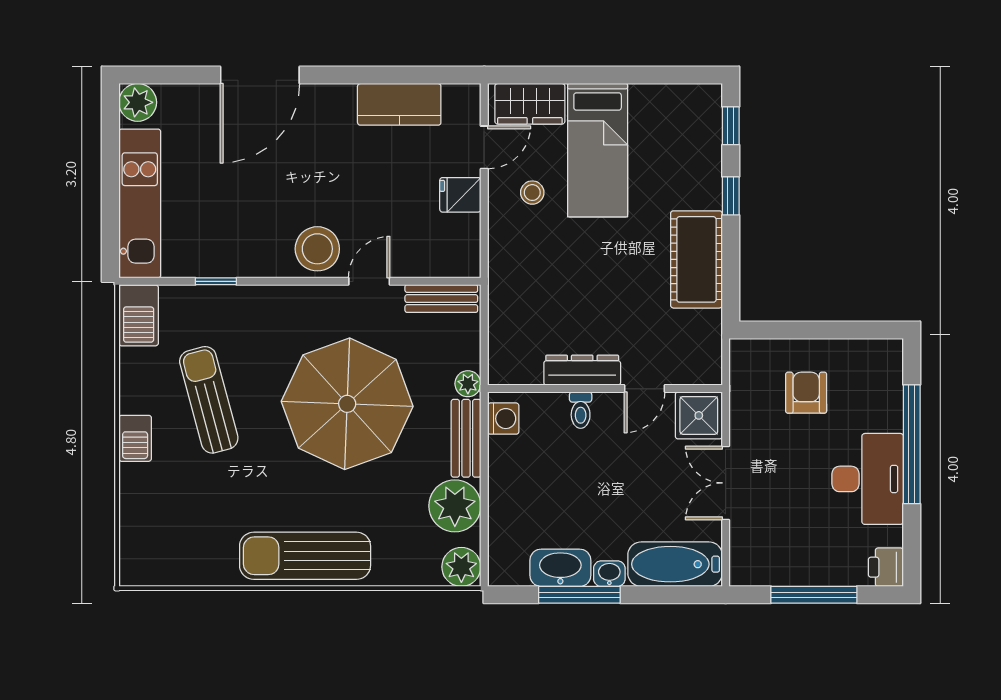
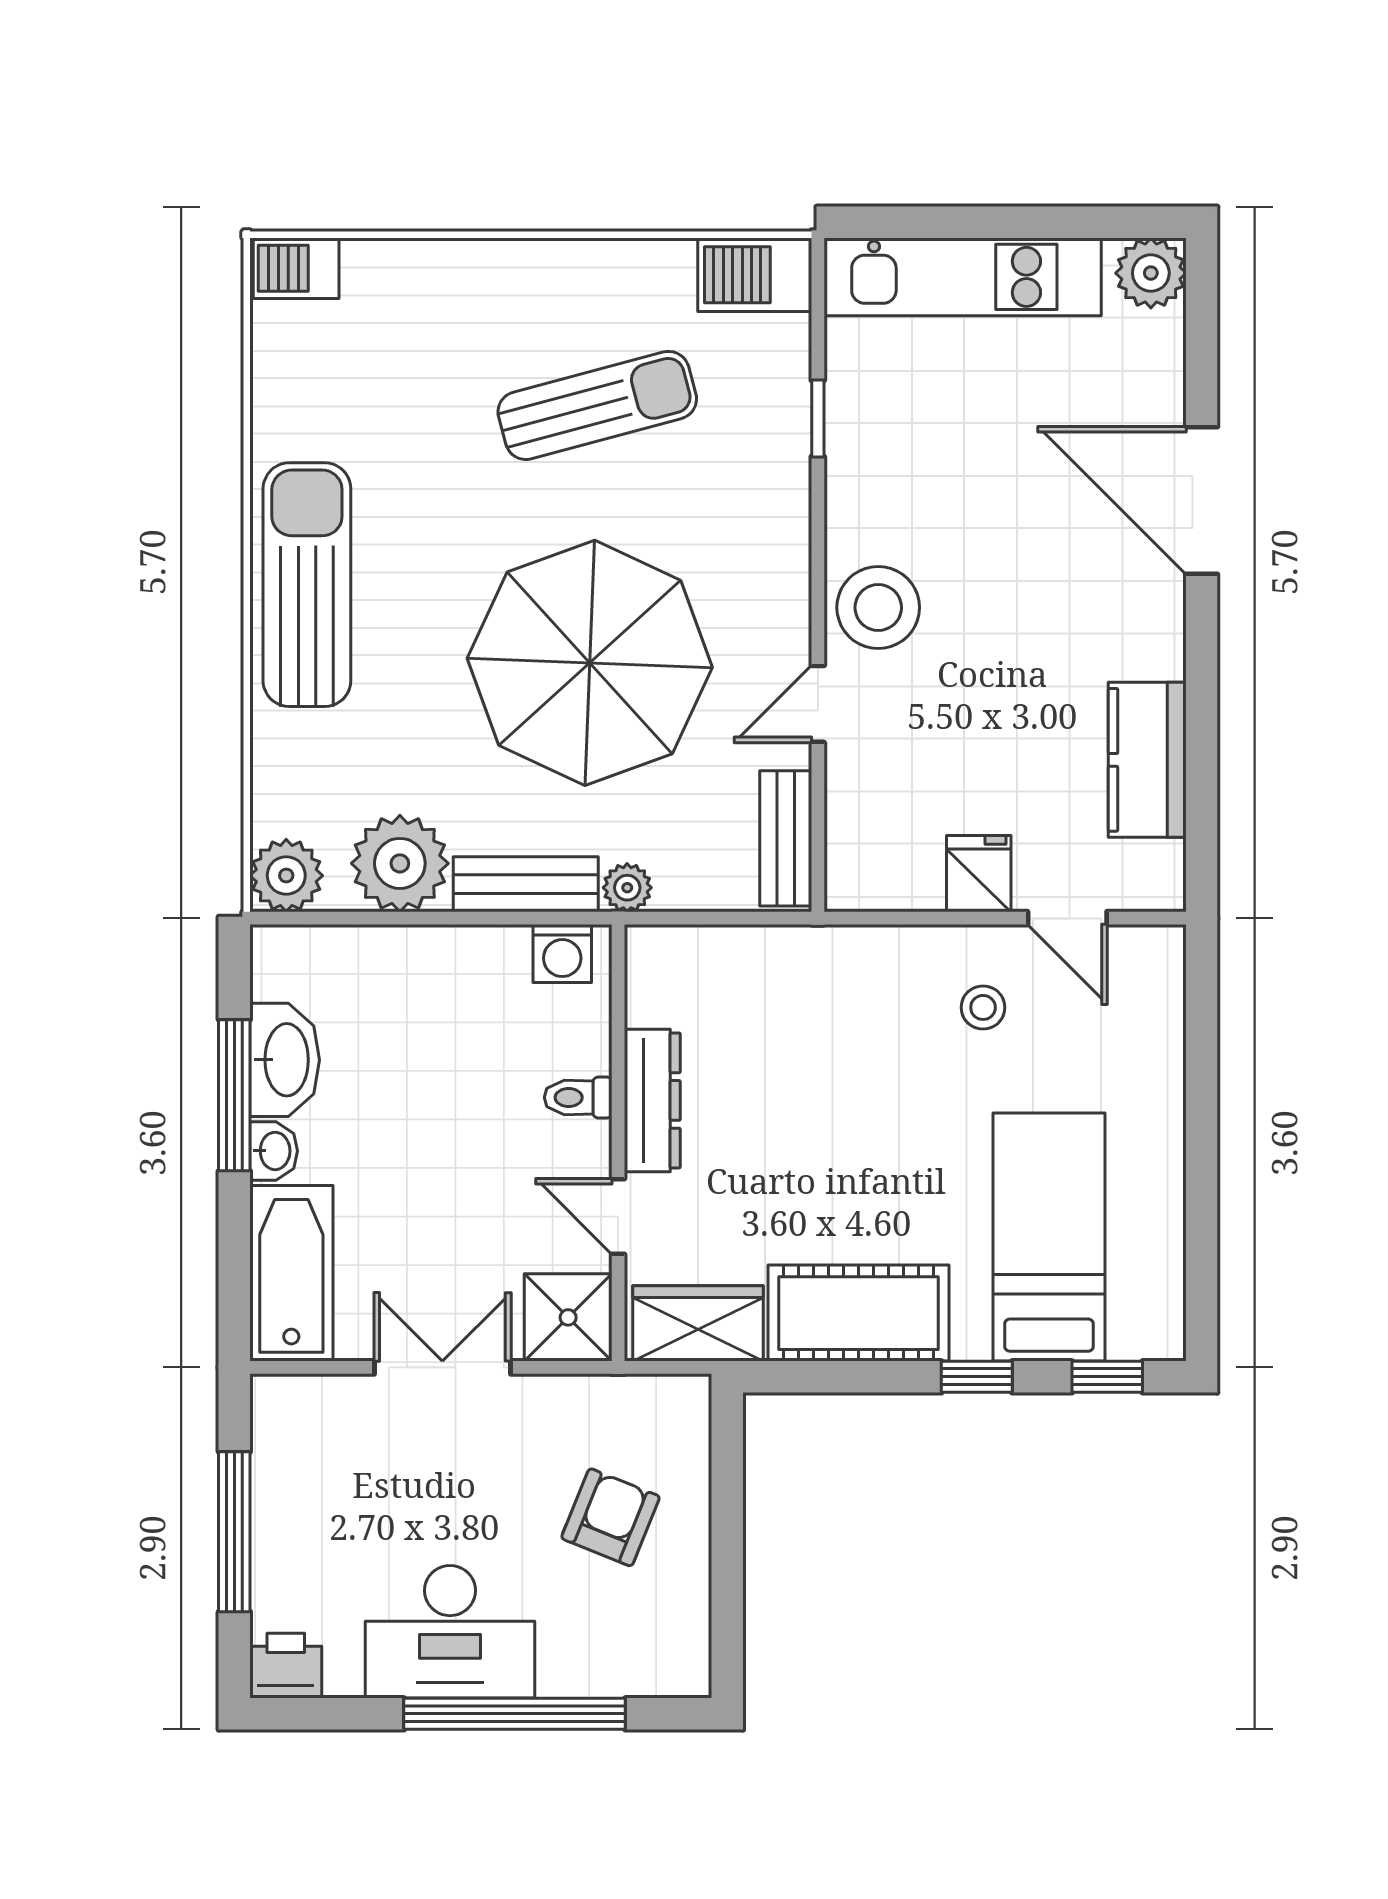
wardrobe: (530, 104) -> (698, 1323), moved, turned 90
bed: (598, 150) -> (1049, 1237), moved, turned 90
door: (369, 281) -> (818, 704), swing flipped
armchair: (806, 393) -> (610, 1517), turned -68
barbecue: (135, 438) -> (296, 268), moved

